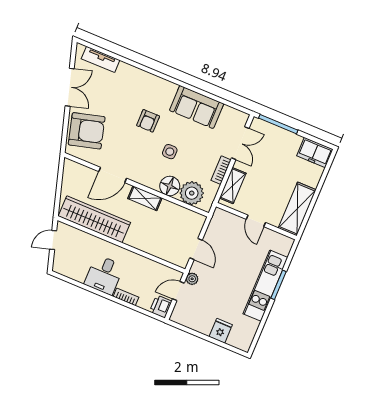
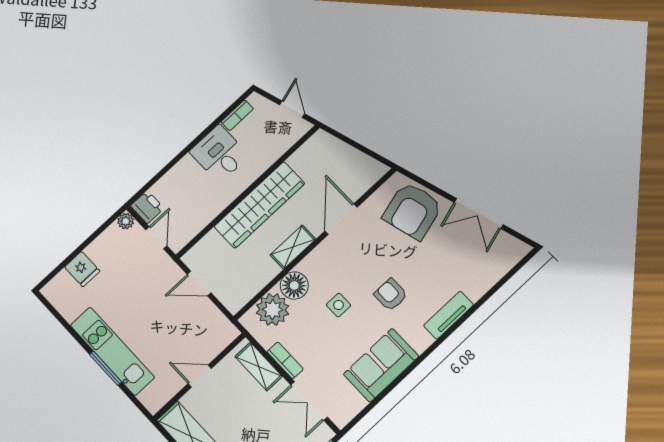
tv unit: (101, 59) -> (448, 315), moved
wardrobe: (94, 219) -> (259, 205), moved
plant: (192, 279) -> (126, 221), moved
bookcase: (126, 297) -> (237, 115), moved

